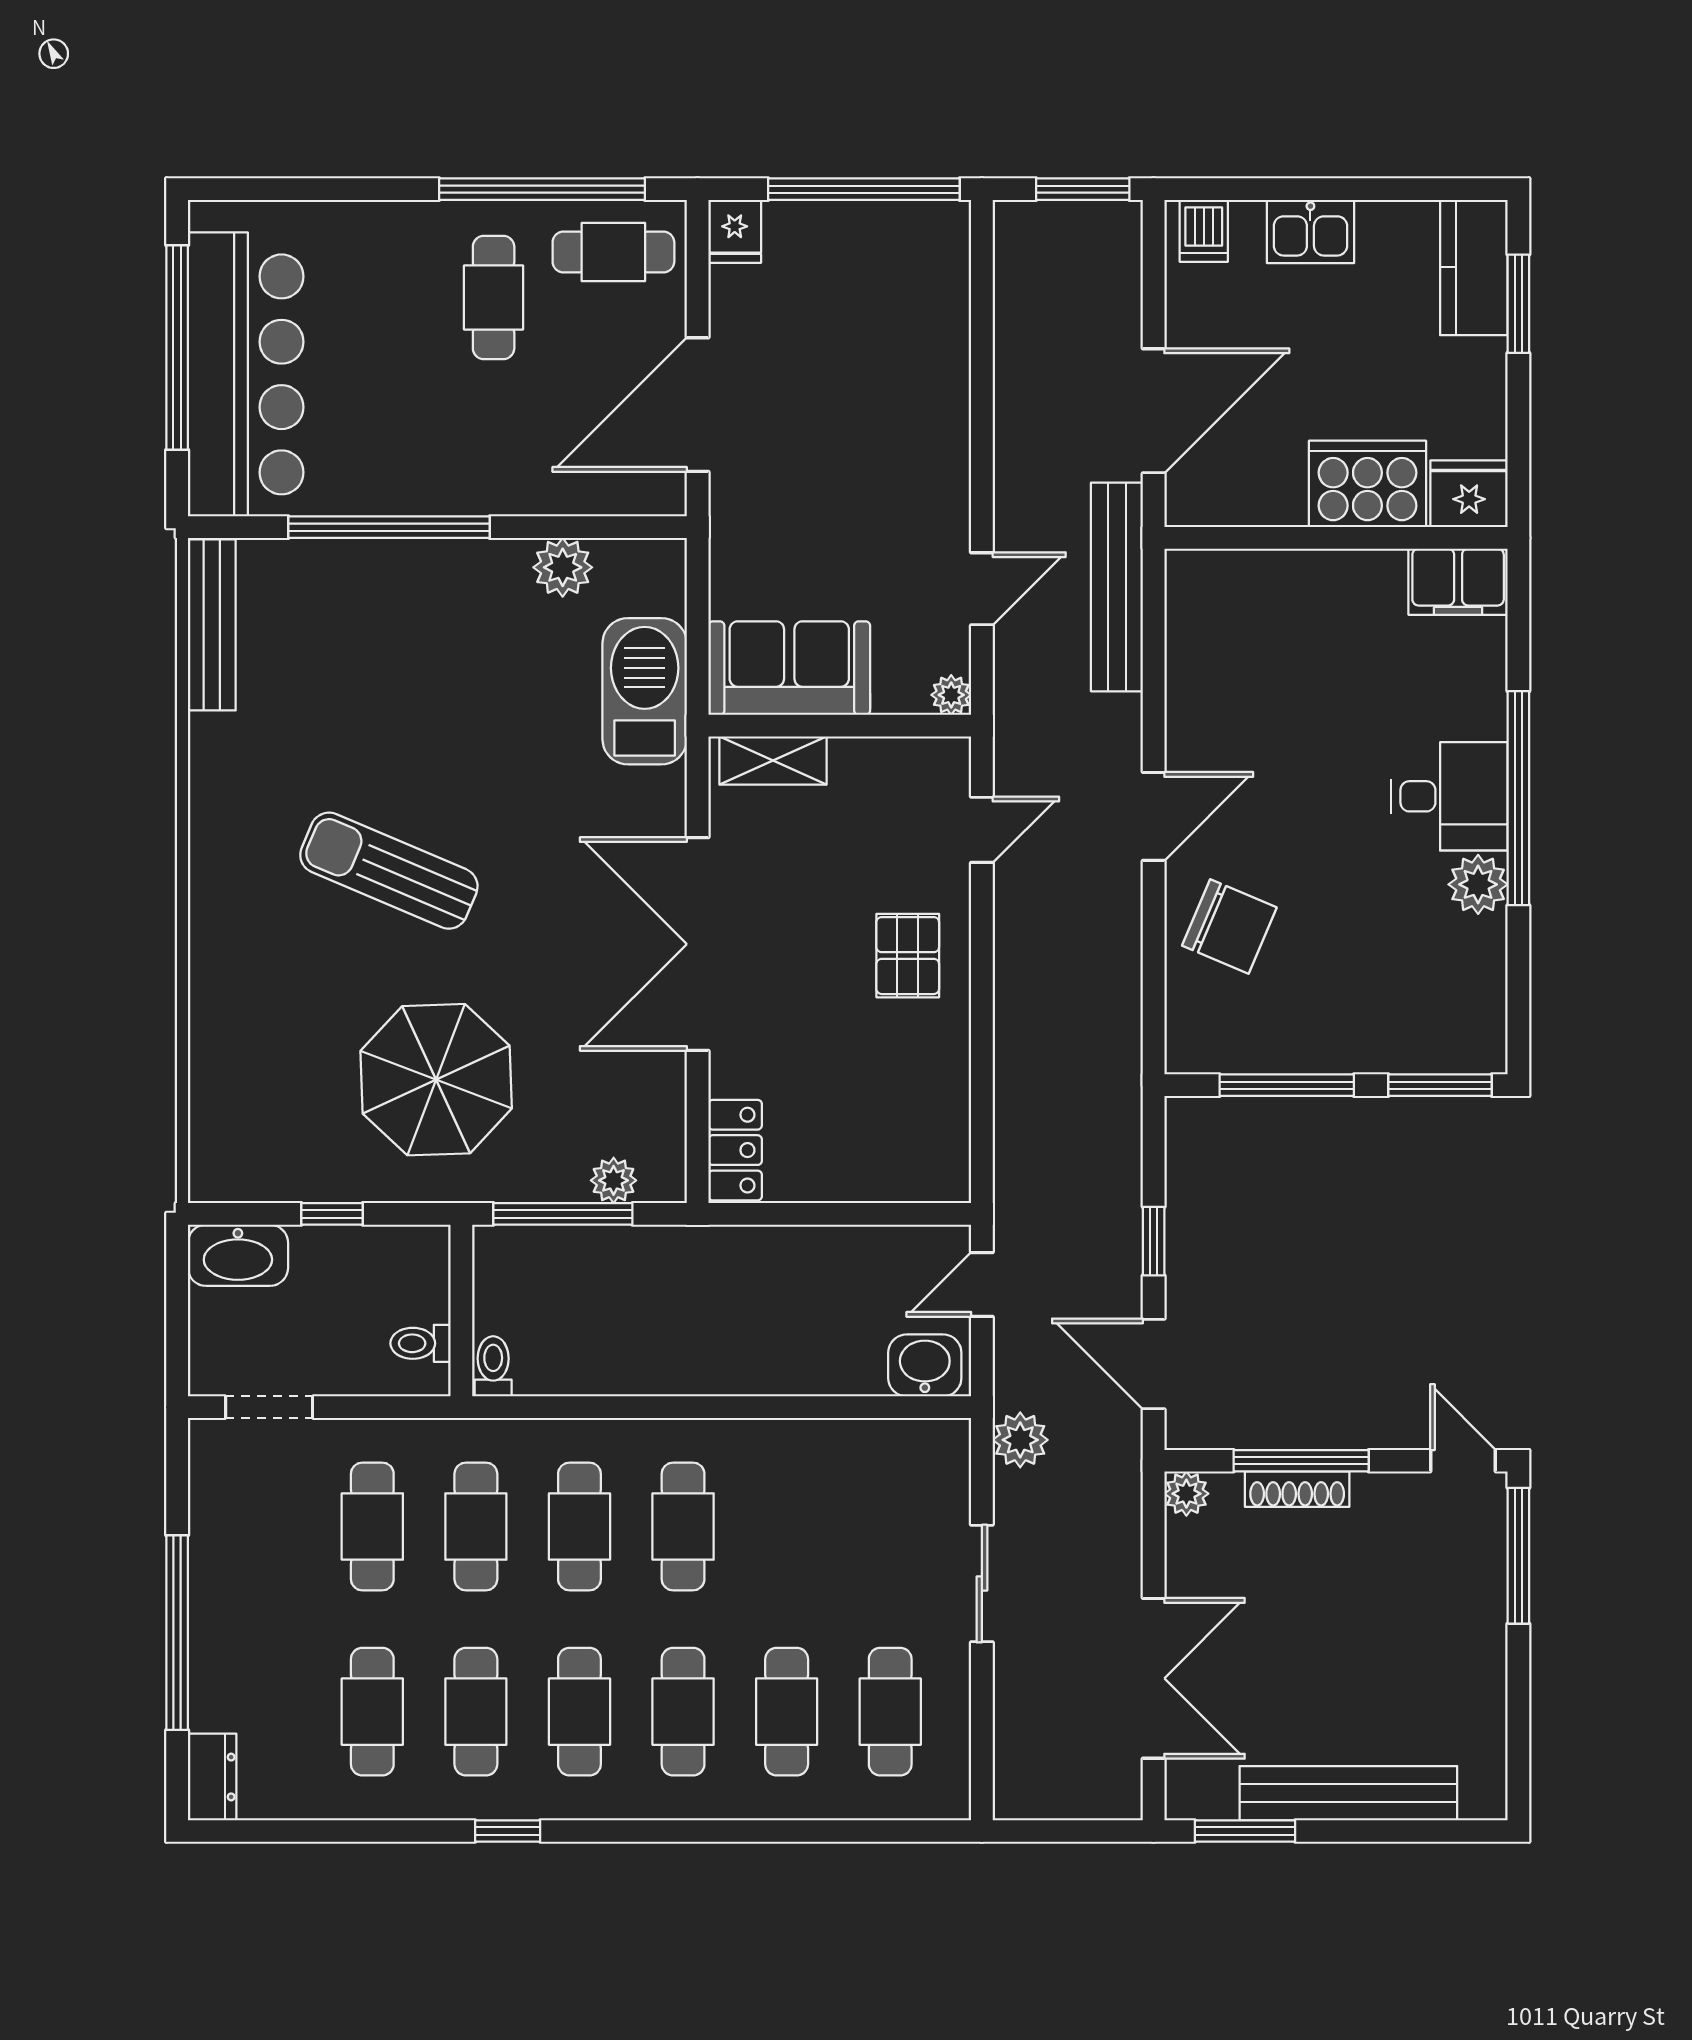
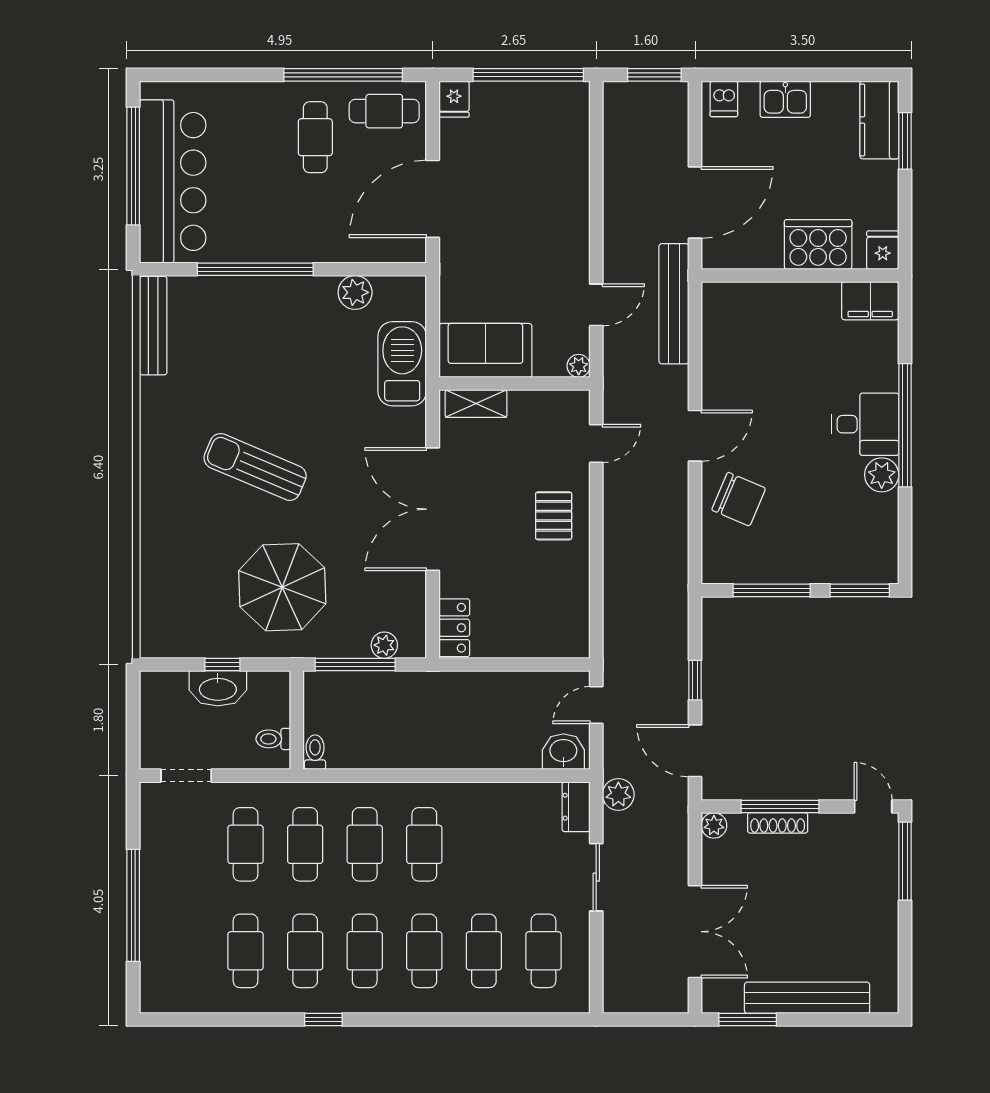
fridge: (1469, 494) -> (883, 250), width x0.72
washbasin: (238, 1255) -> (218, 688), moved
dresser: (212, 1777) -> (576, 807), moved, turned 180

